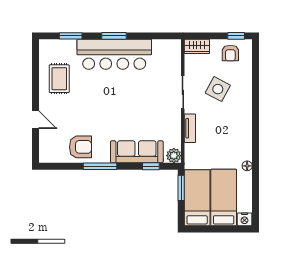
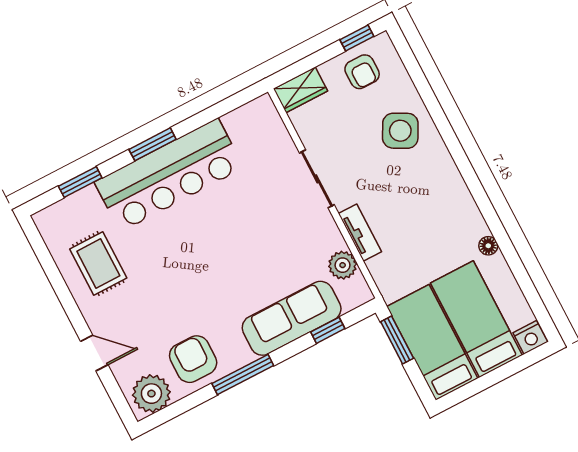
side table: (218, 89) -> (400, 131), moved
armchair: (80, 147) -> (193, 359), turned -90
plant: (52, 153) -> (151, 394), added
plant: (174, 156) -> (343, 265), moved

